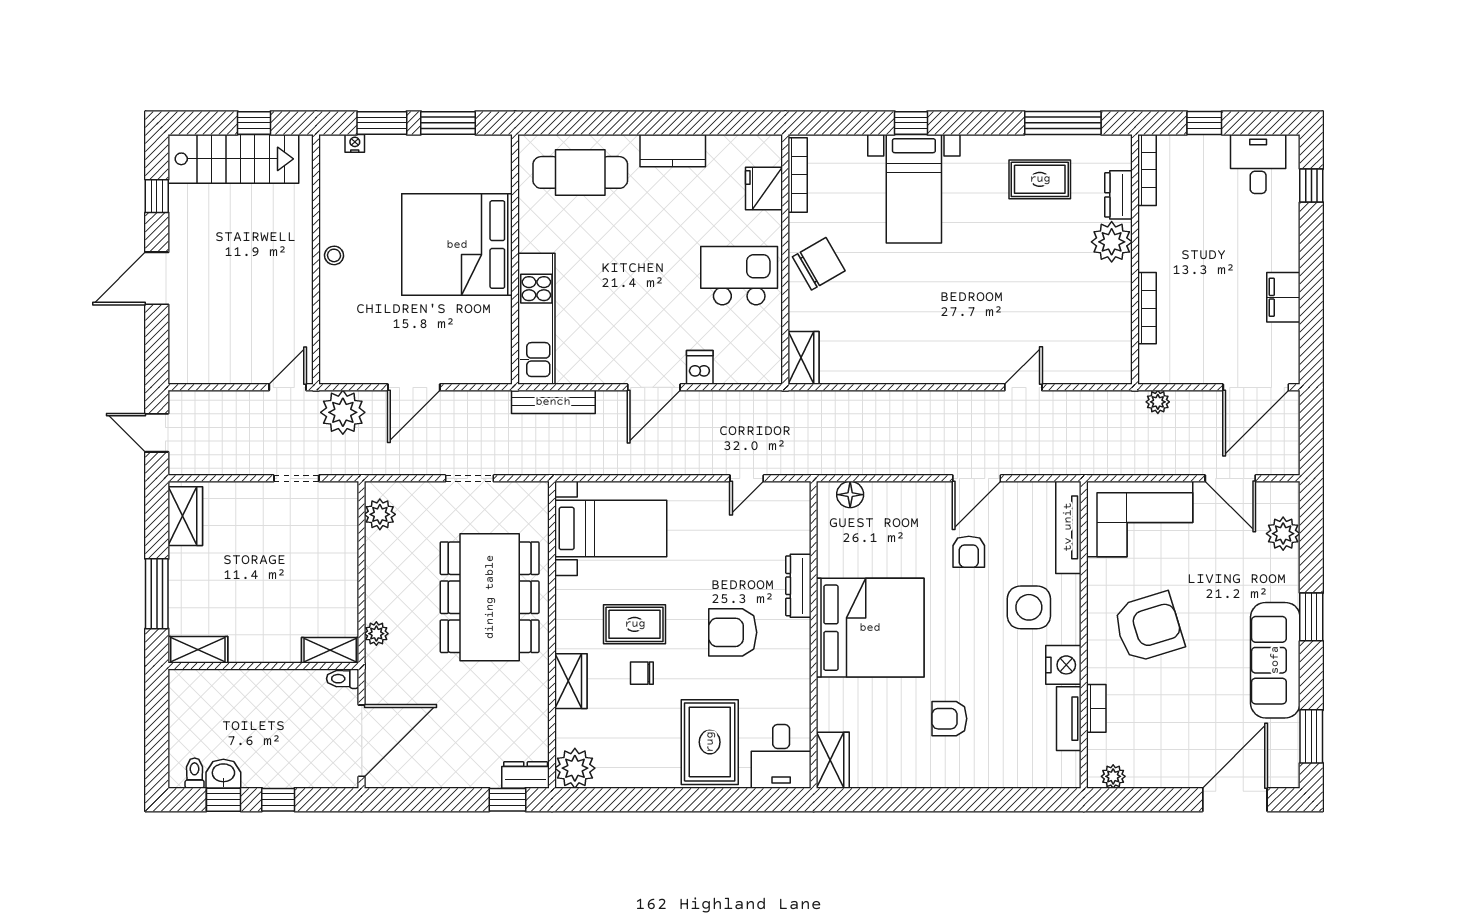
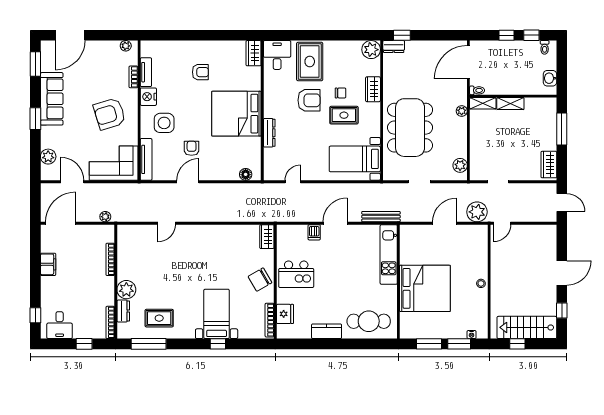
armchair: (733, 632) -> (309, 100), moved
shelving: (198, 650) -> (510, 104), moved
washbasin: (223, 774) -> (550, 78), moved, turned 90

